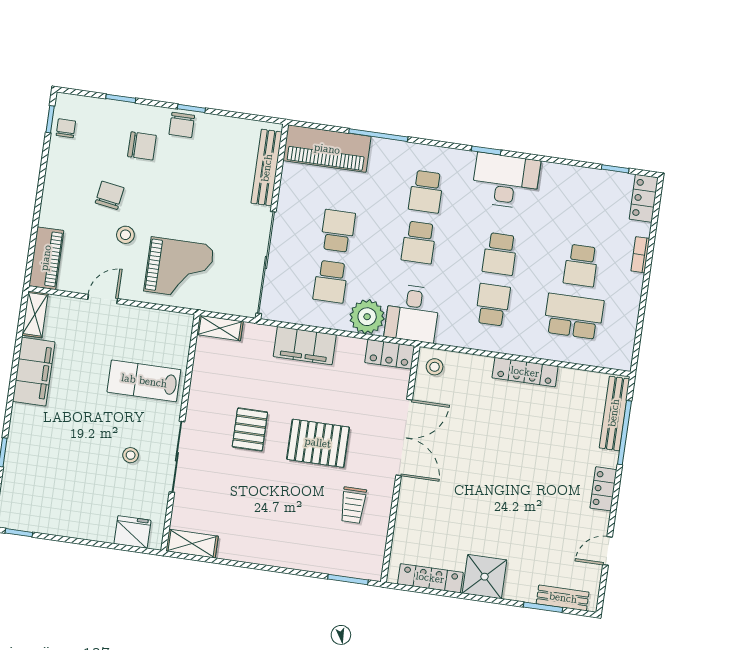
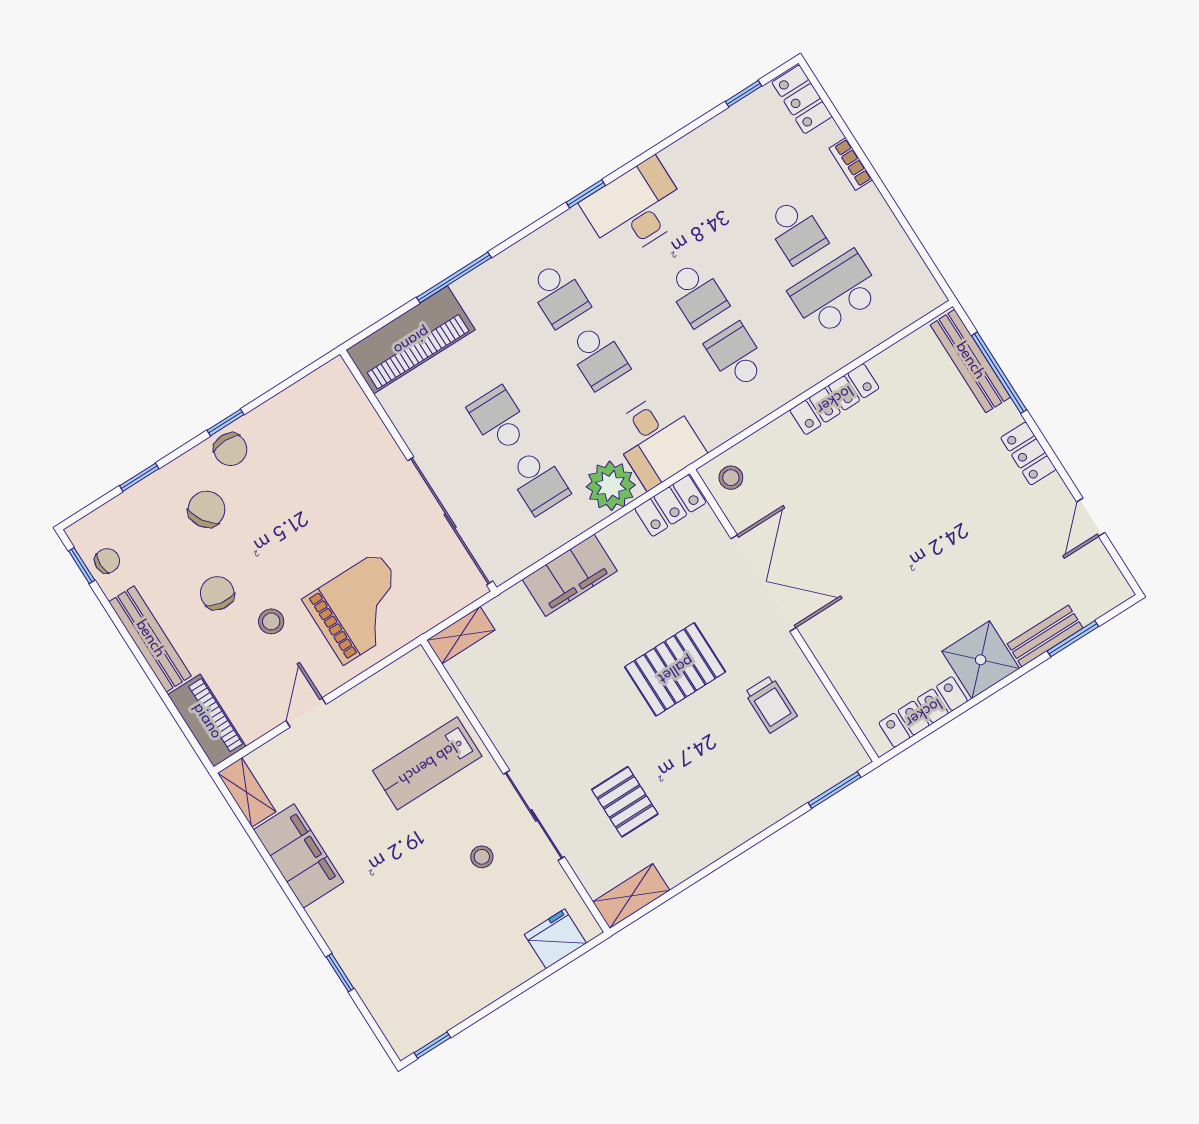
chair: (66, 128) -> (107, 561), turned 90
chair: (142, 146) -> (207, 509), turned -33
bench: (267, 168) -> (150, 639), moved
pallet: (250, 429) -> (625, 802), moved
bench: (563, 598) -> (1045, 636), moved

